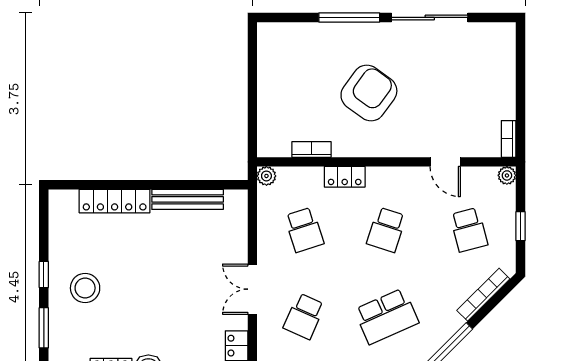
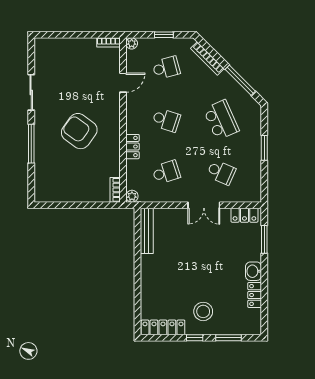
sliding door: (430, 17) -> (31, 92), width x0.73
bookcase: (311, 149) -> (115, 190), moved
bench: (188, 199) -> (147, 231), moved
locker: (115, 201) -> (163, 327), moved, turned -90

